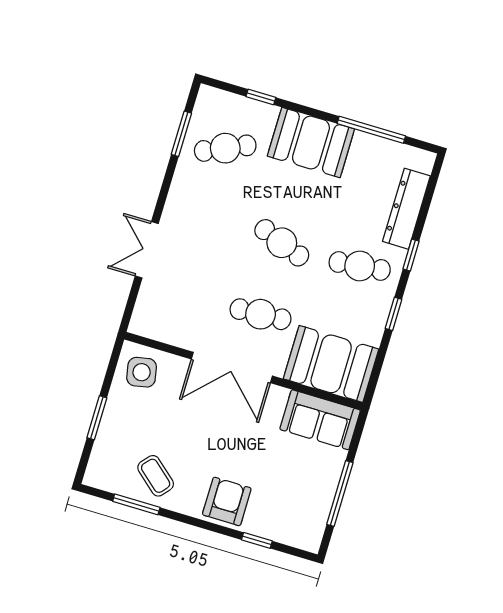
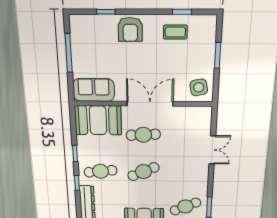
cafe table: (282, 243) -> (143, 172), turned -45
coffee table: (156, 476) -> (175, 32), turned -41
window: (136, 504) -> (182, 12), width x0.67

